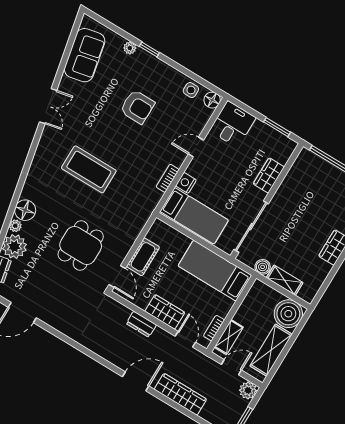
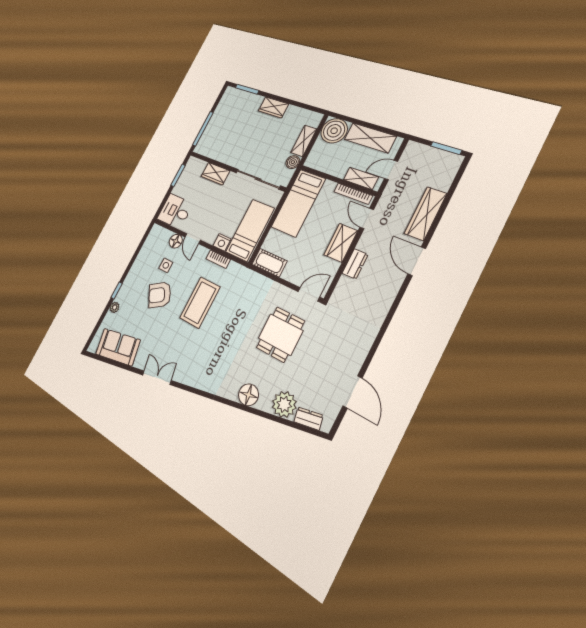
side table: (191, 90) -> (166, 265), moved
floor lamp: (212, 100) -> (176, 241), moved
armchair: (137, 107) -> (160, 295), turned -122
coffee table: (89, 169) -> (200, 302), moved
plant: (15, 226) -> (264, 405), removed
dining table: (81, 245) -> (280, 334), turned 90
cot: (143, 257) -> (269, 263), moved
bookcase: (214, 328) -> (353, 194), width x1.56
door: (185, 339) -> (367, 218), hinge flipped
door: (231, 367) -> (391, 170), hinge flipped
plant: (248, 390) -> (413, 150), removed

